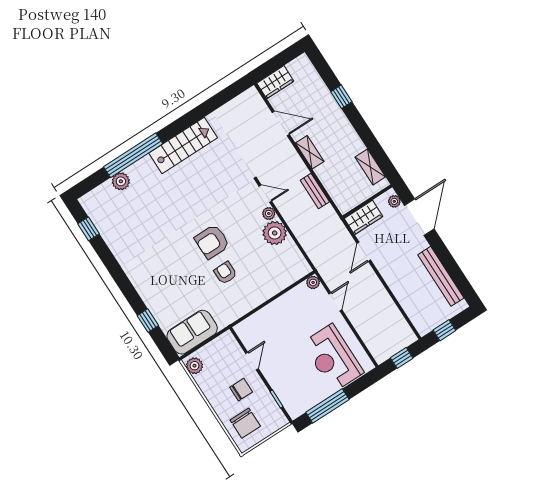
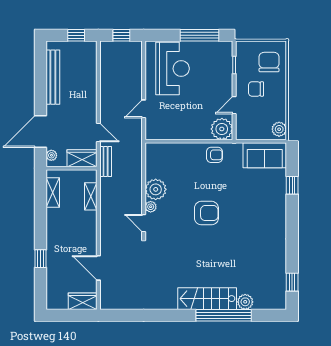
stairs: (183, 145) -> (207, 299), moved
shelving: (310, 152) -> (91, 196), moved
bench: (315, 191) -> (106, 162), moved
door: (364, 252) -> (98, 132), hinge flipped
armchair: (225, 273) -> (214, 155), moved, turned -90
plant: (313, 282) -> (222, 129), moved, width x1.87, depth x1.87

